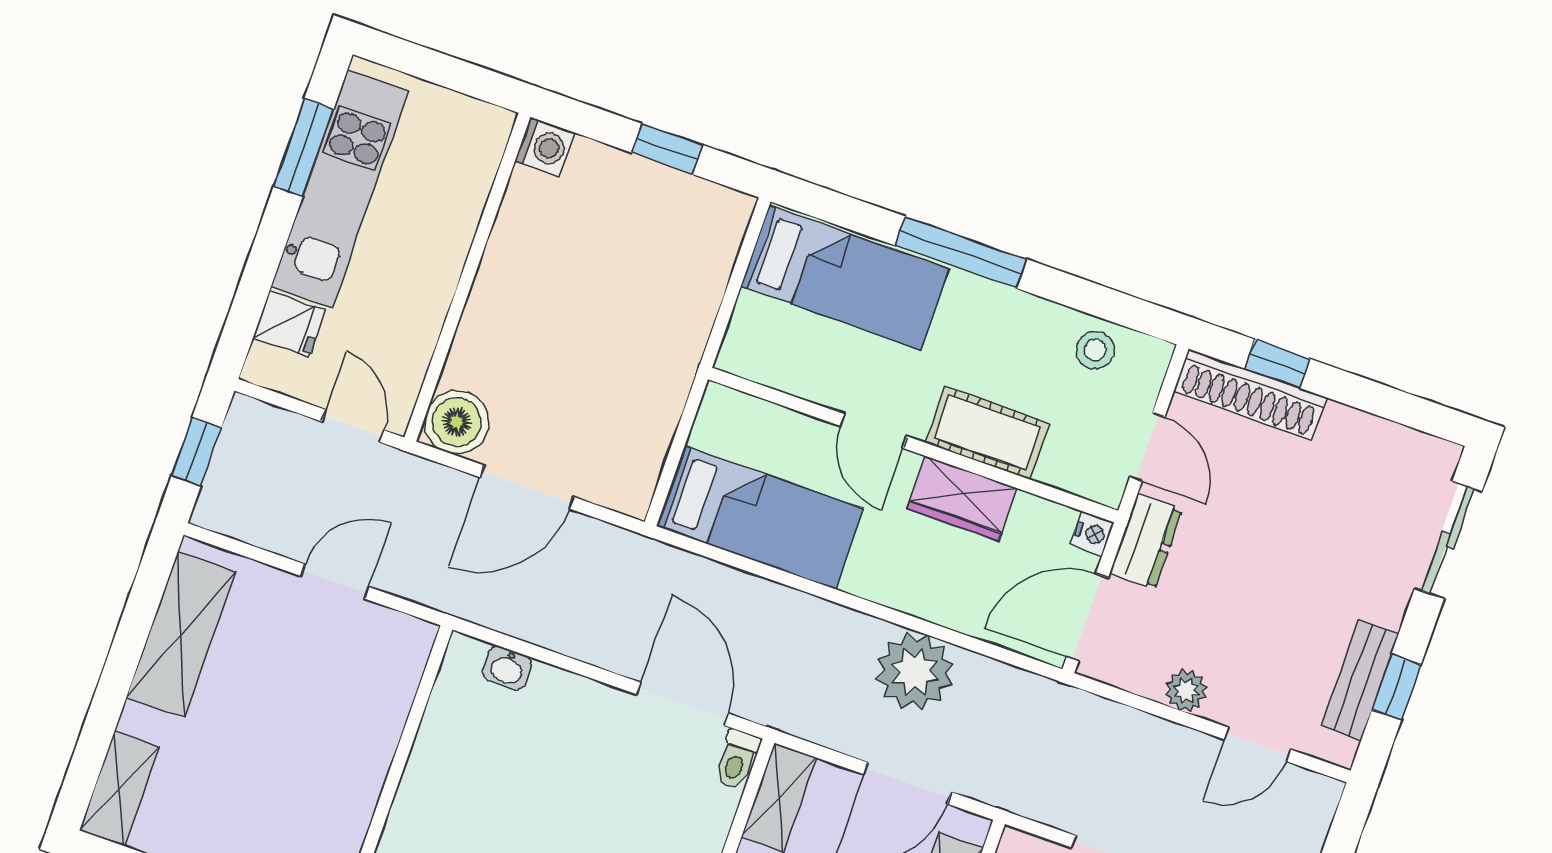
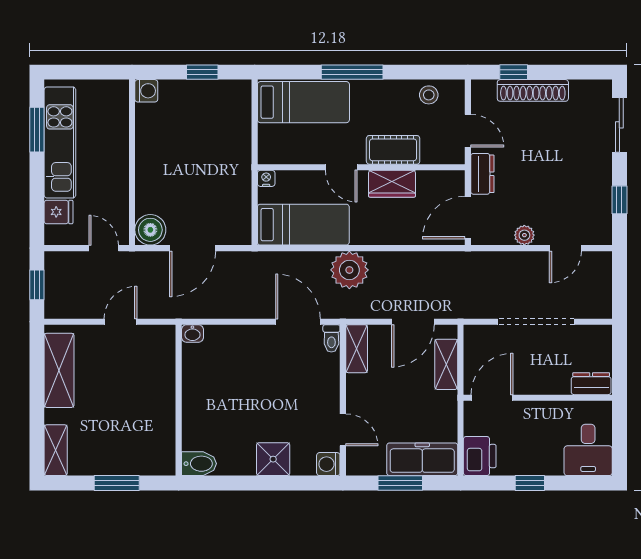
shoe rack: (1250, 394) -> (533, 90), moved
nightstand: (1092, 534) -> (266, 178), moved, turned -90
washbasin: (507, 668) -> (192, 334), moved
plant: (915, 672) -> (349, 270), moved
bench: (1360, 680) -> (602, 202), removed

